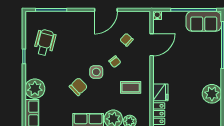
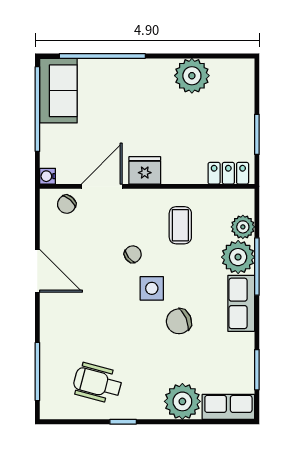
chair: (127, 40) -> (67, 204), moved
door: (152, 45) -> (102, 186), hinge flipped
chair: (78, 87) -> (179, 321), turned -69
fridge: (160, 92) -> (145, 170), moved

